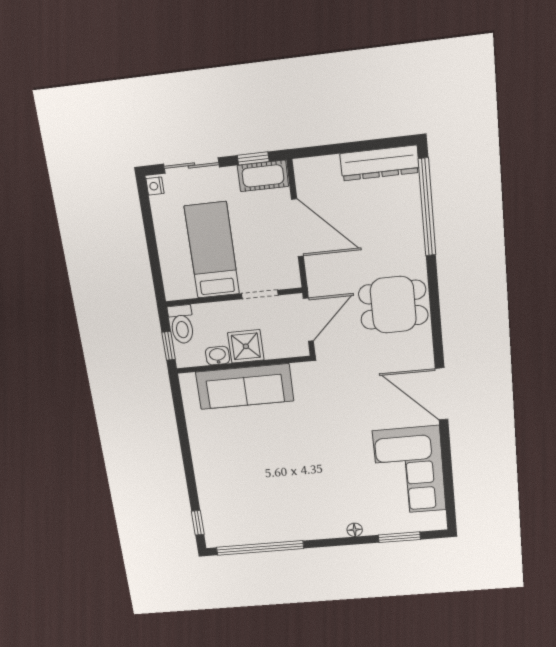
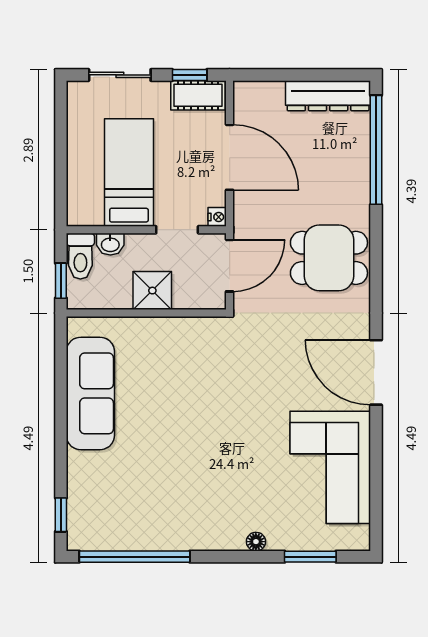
nightstand: (155, 186) -> (217, 217), moved, turned 180
washbasin: (218, 356) -> (110, 244), moved, turned 180
sofa: (245, 387) -> (90, 393), moved, turned -90

